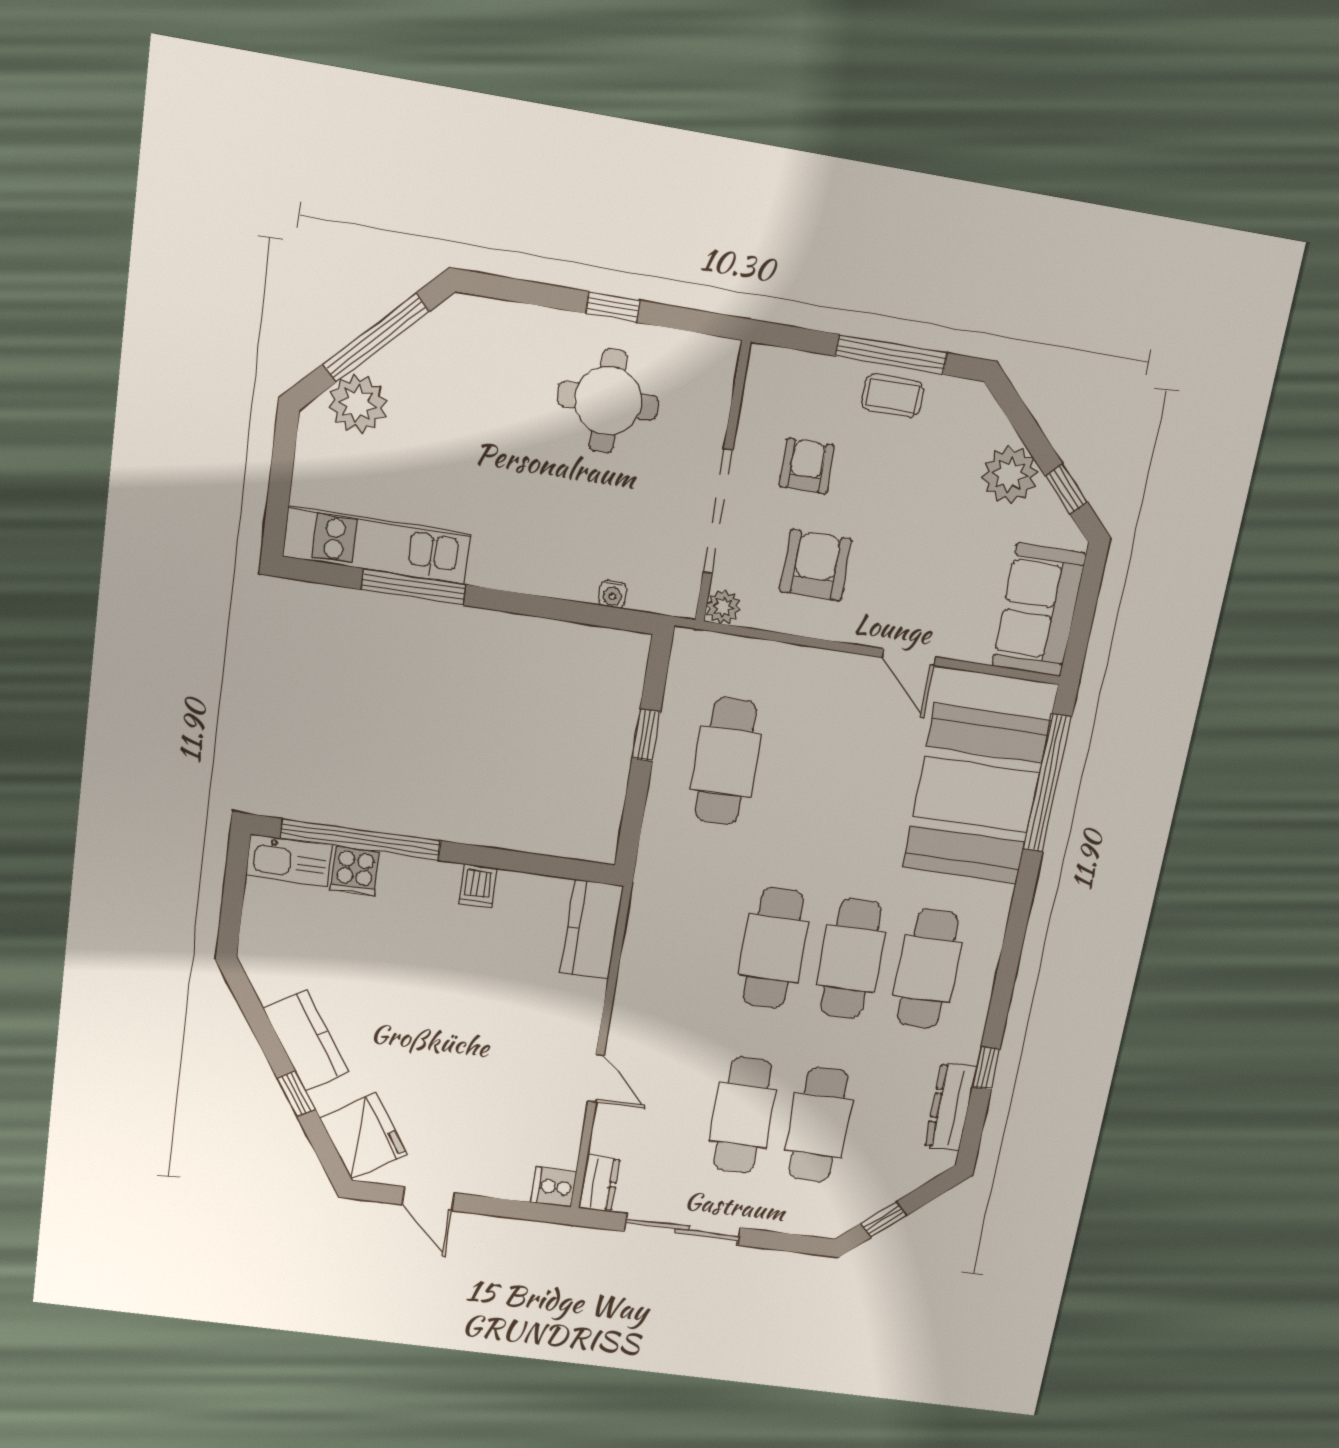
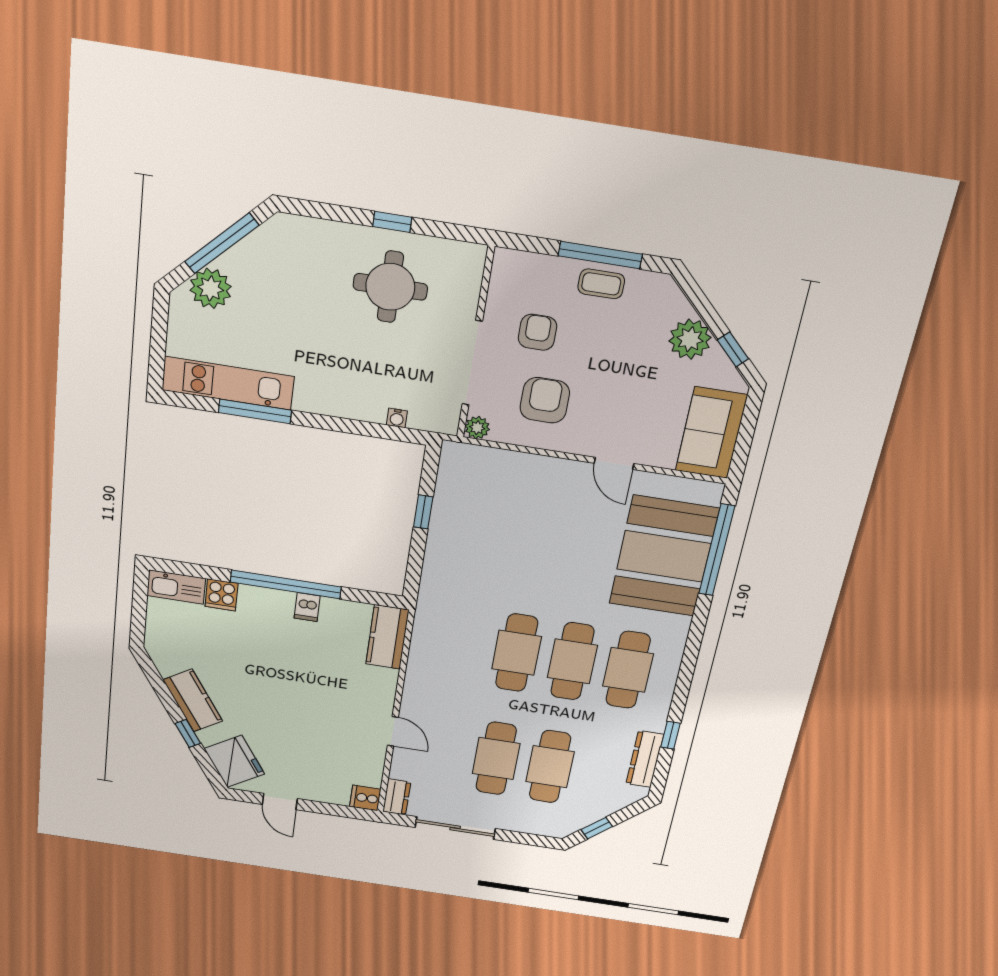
cafe table: (726, 761) -> (481, 530), removed
window: (360, 839) -> (286, 584), moved

